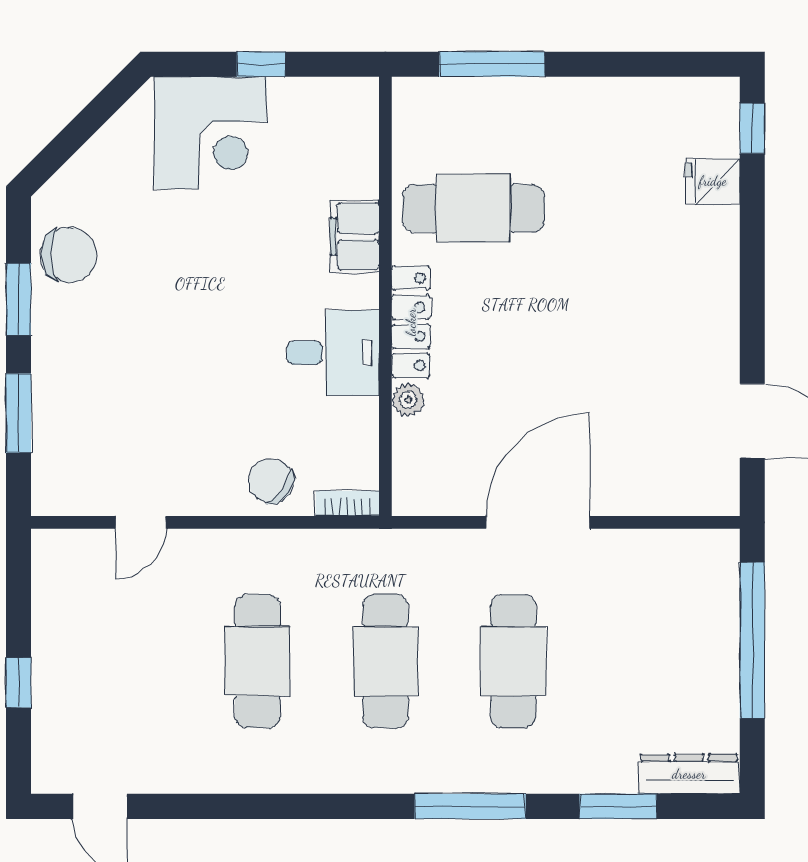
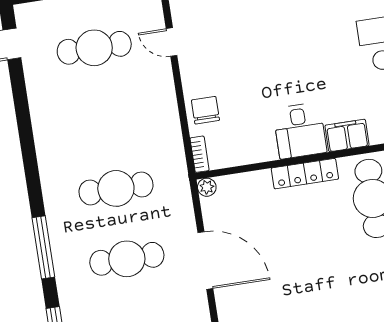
desk: (333, 353) -> (300, 131), moved
plant: (408, 400) -> (207, 187), moved
chair: (271, 481) -> (205, 110), turned -36
cafe table: (258, 661) -> (94, 48), moved

